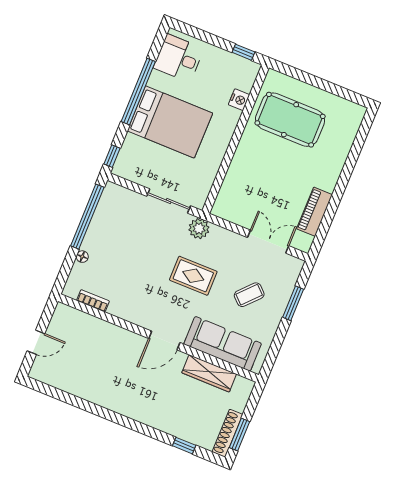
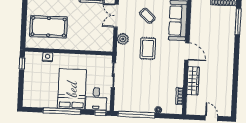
desk: (179, 58) -> (96, 99), moved
pool table: (290, 120) -> (49, 27), turned 90
plant: (199, 229) -> (123, 39), moved
wardrobe: (209, 373) -> (193, 81), moved
window: (184, 446) -> (238, 22), width x2.17

